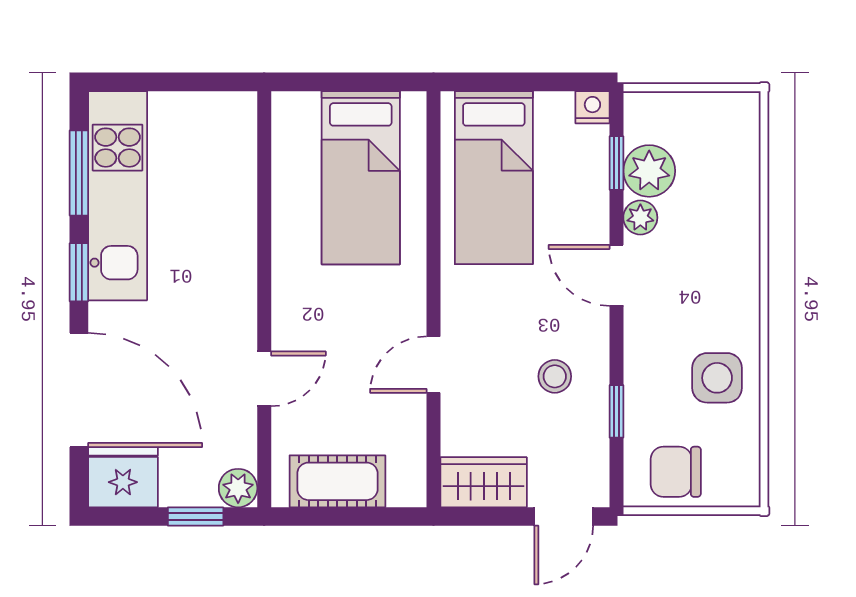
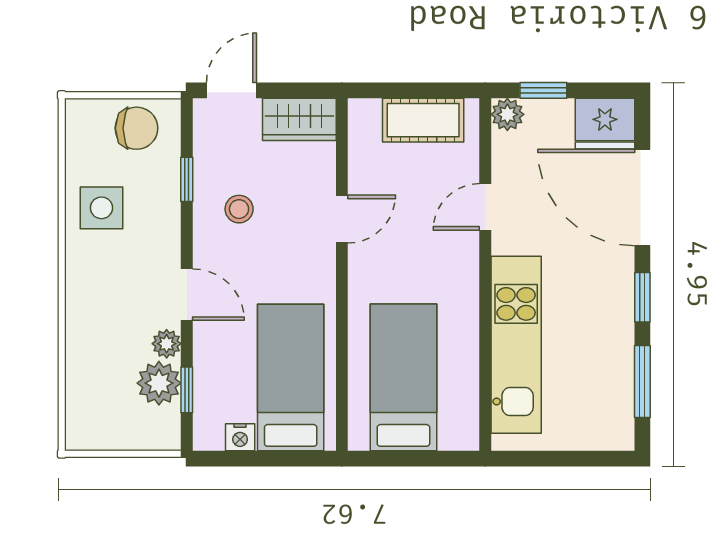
nightstand: (592, 107) -> (240, 437), moved
kitchen unit: (118, 196) -> (516, 345), moved, turned 180

